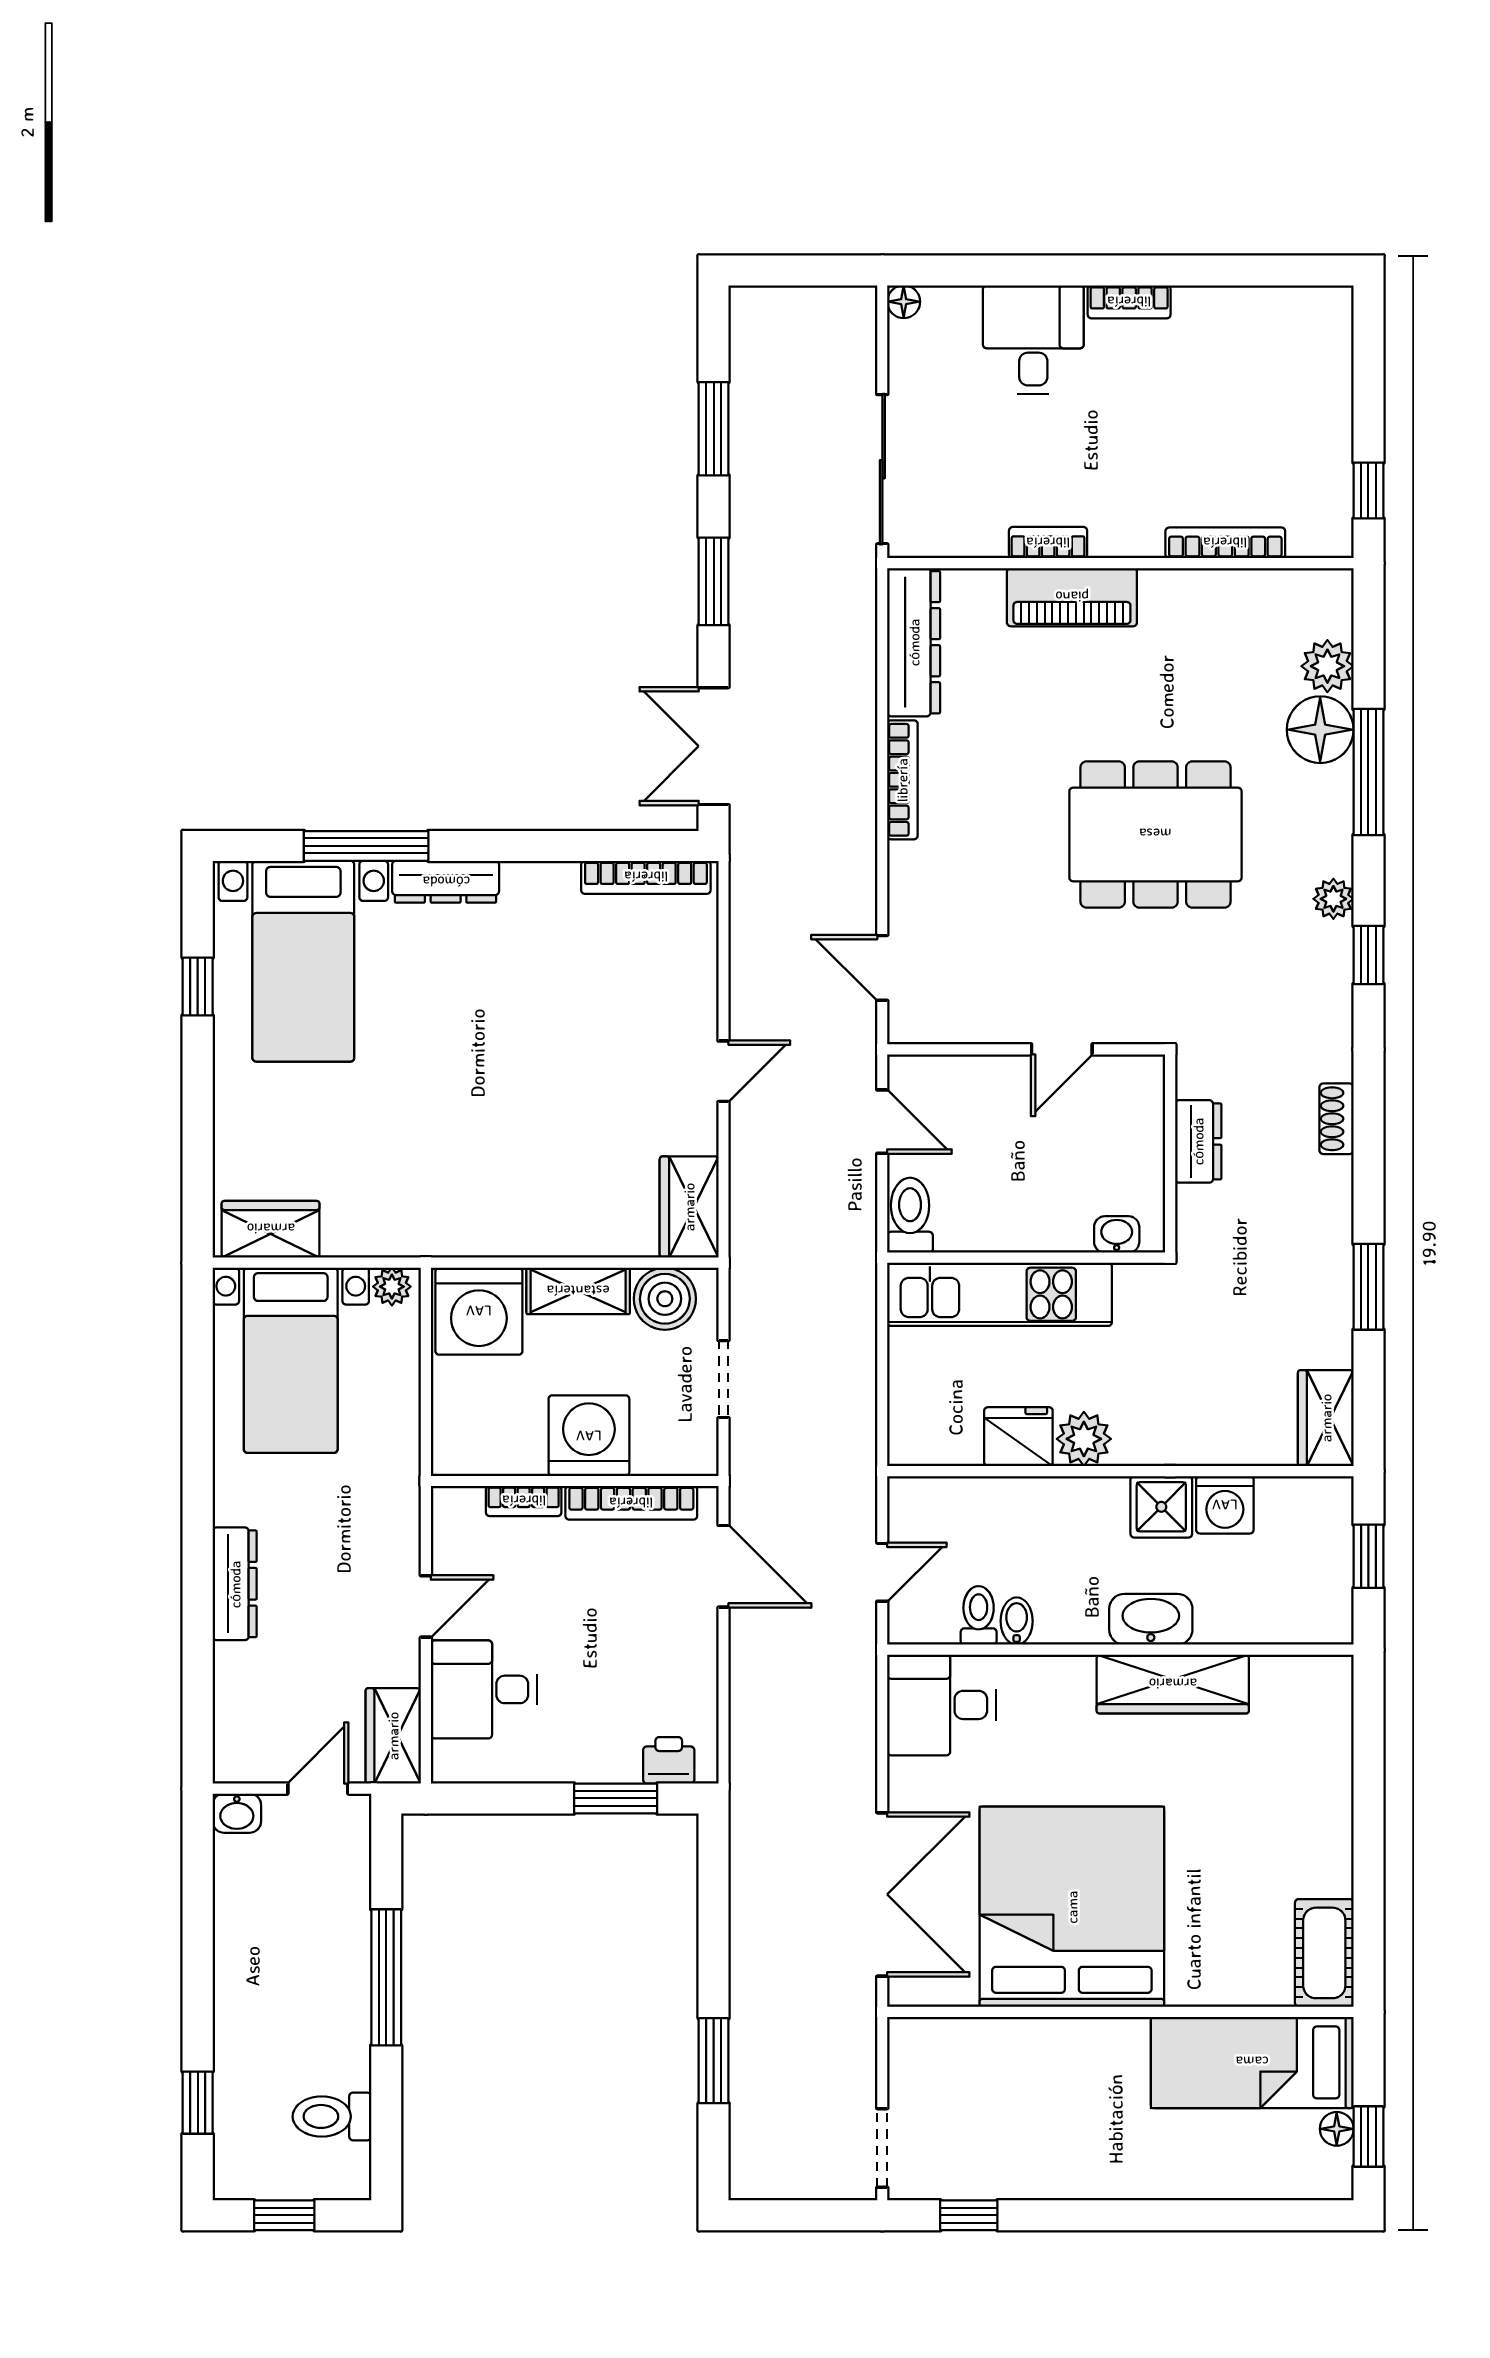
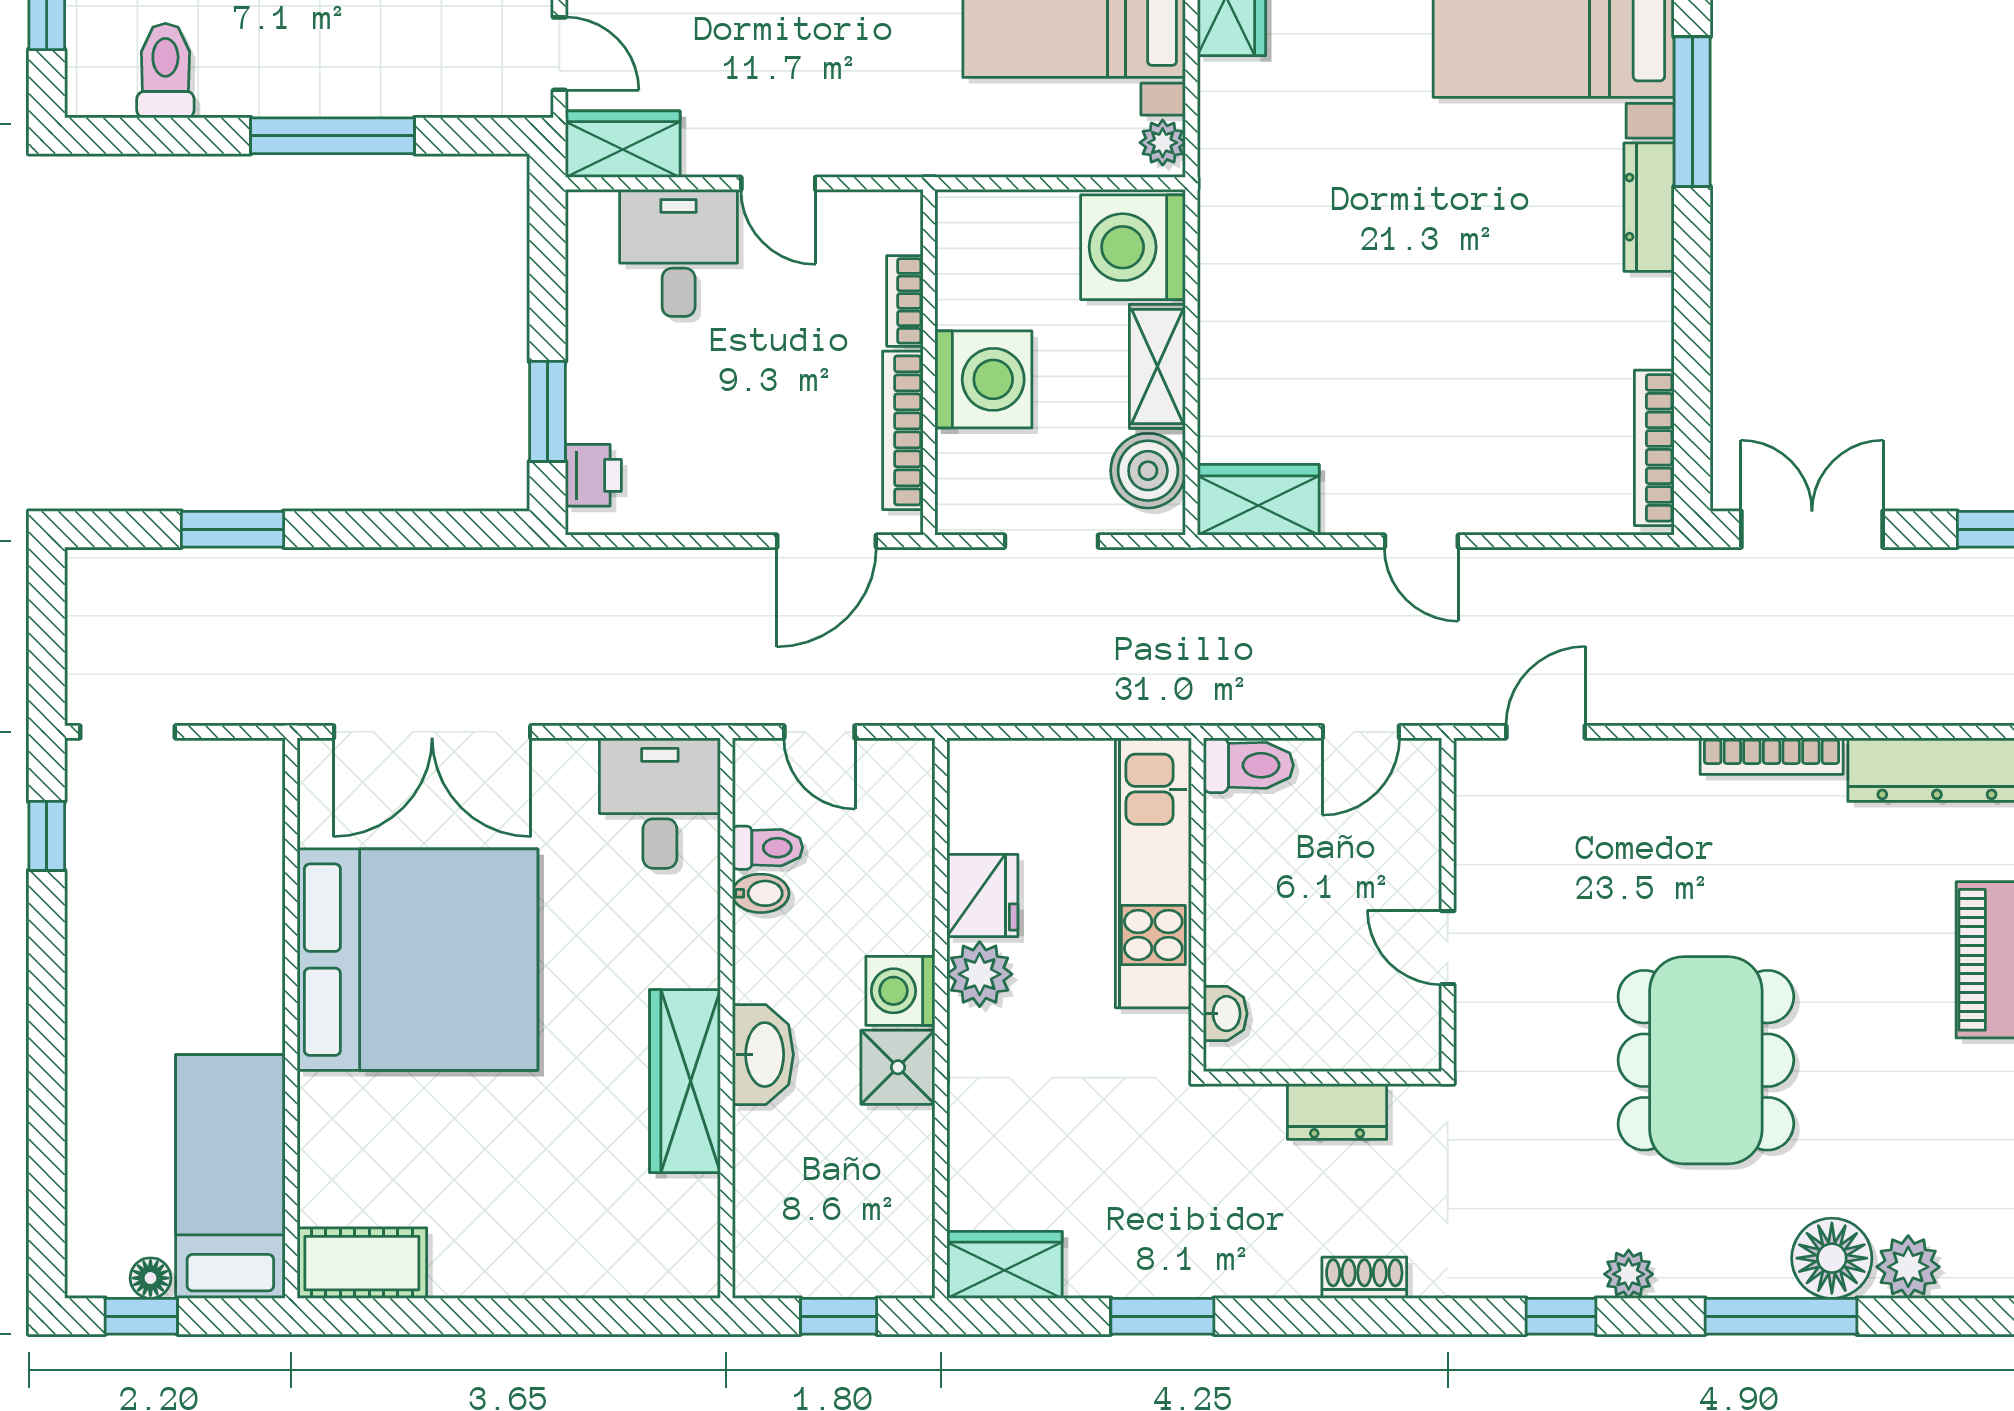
washing machine: (1225, 1505) -> (900, 991), moved

